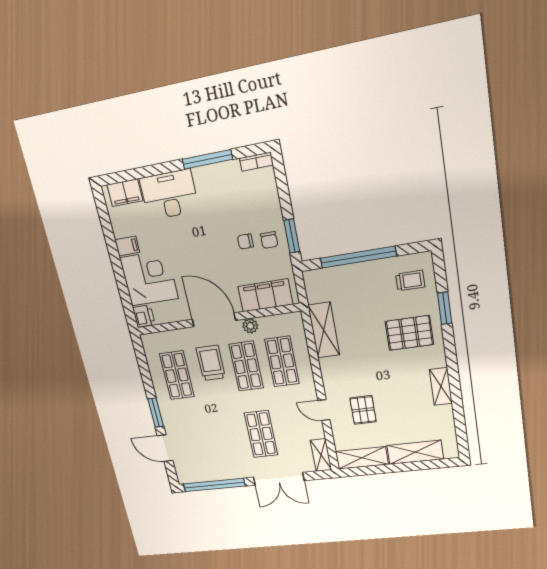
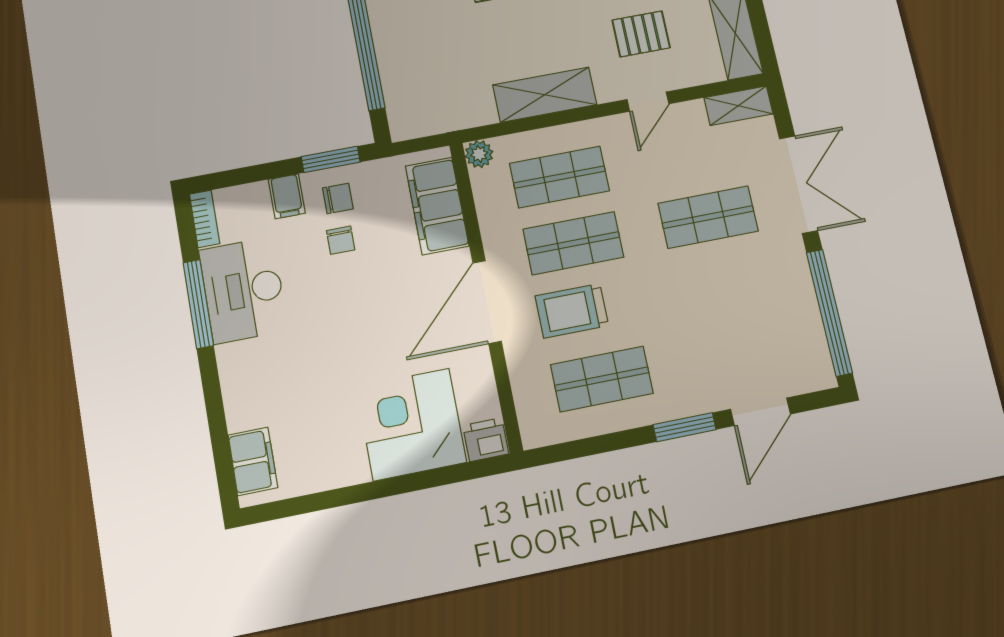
desk: (169, 195) -> (243, 290), moved
filing cabinet: (127, 246) -> (287, 196), moved, turned 180
plant: (250, 326) -> (479, 154), moved
shelving: (324, 330) -> (545, 95), moved

